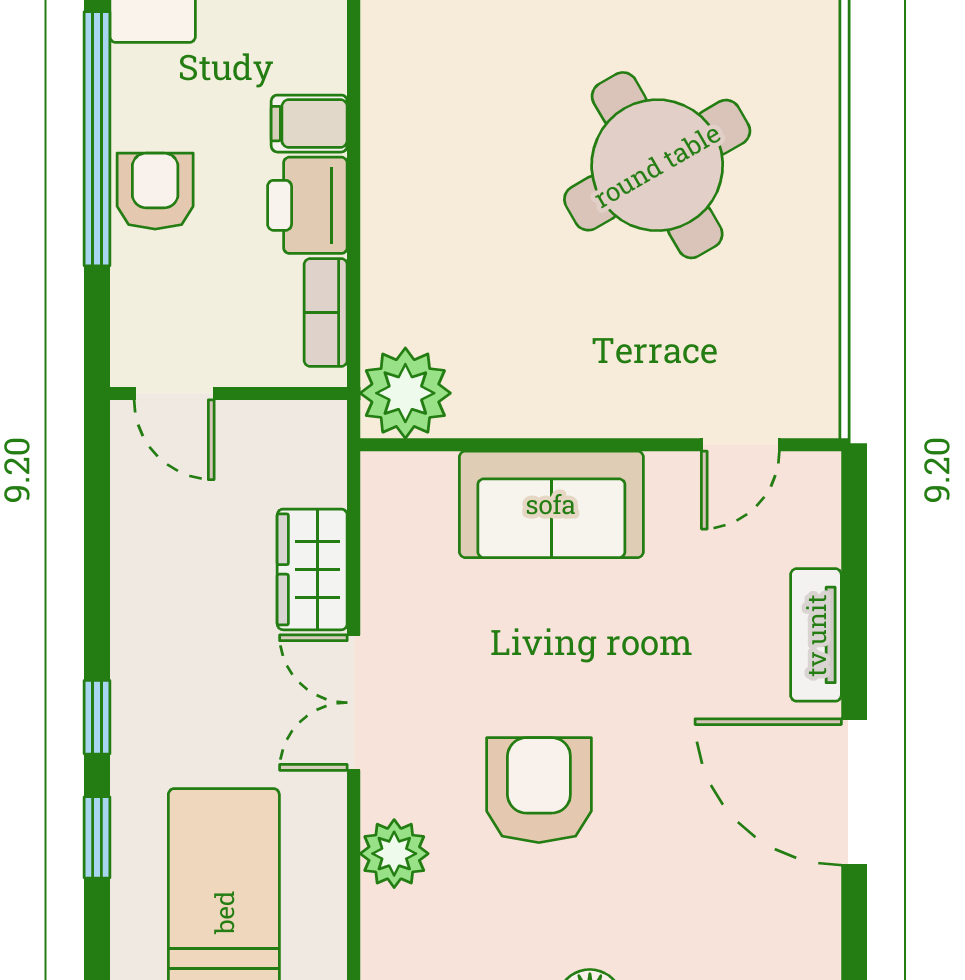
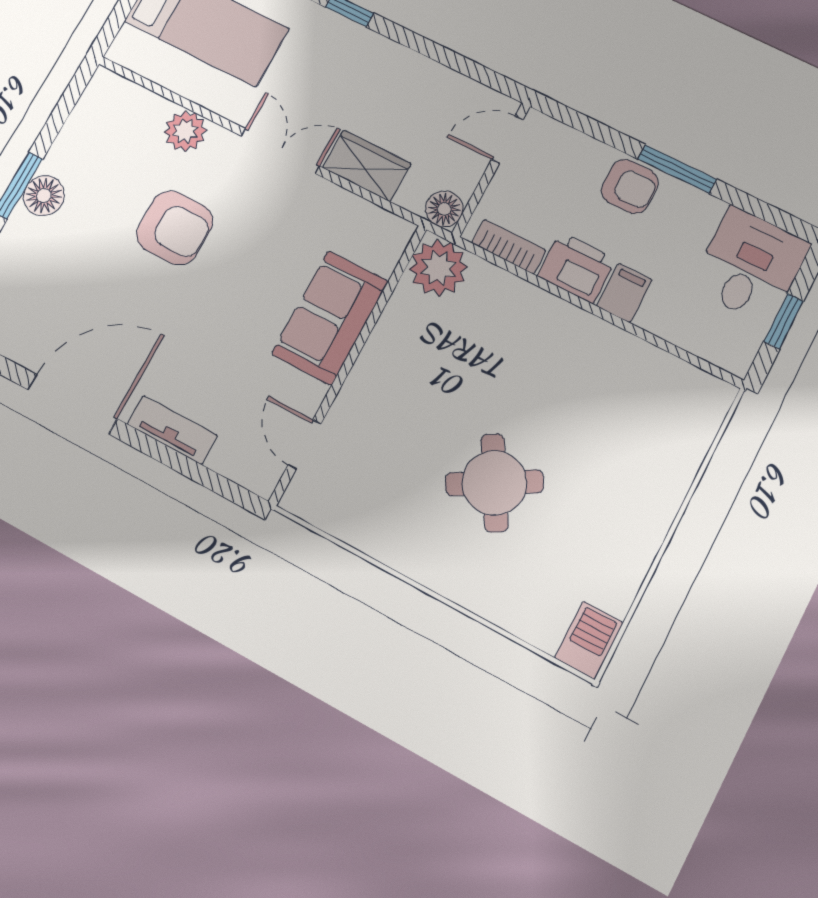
window: (97, 139) -> (677, 169), width x0.47
round table: (657, 165) -> (494, 483), width x0.73, depth x0.73
floor lamp: (318, 429) -> (444, 209), added

